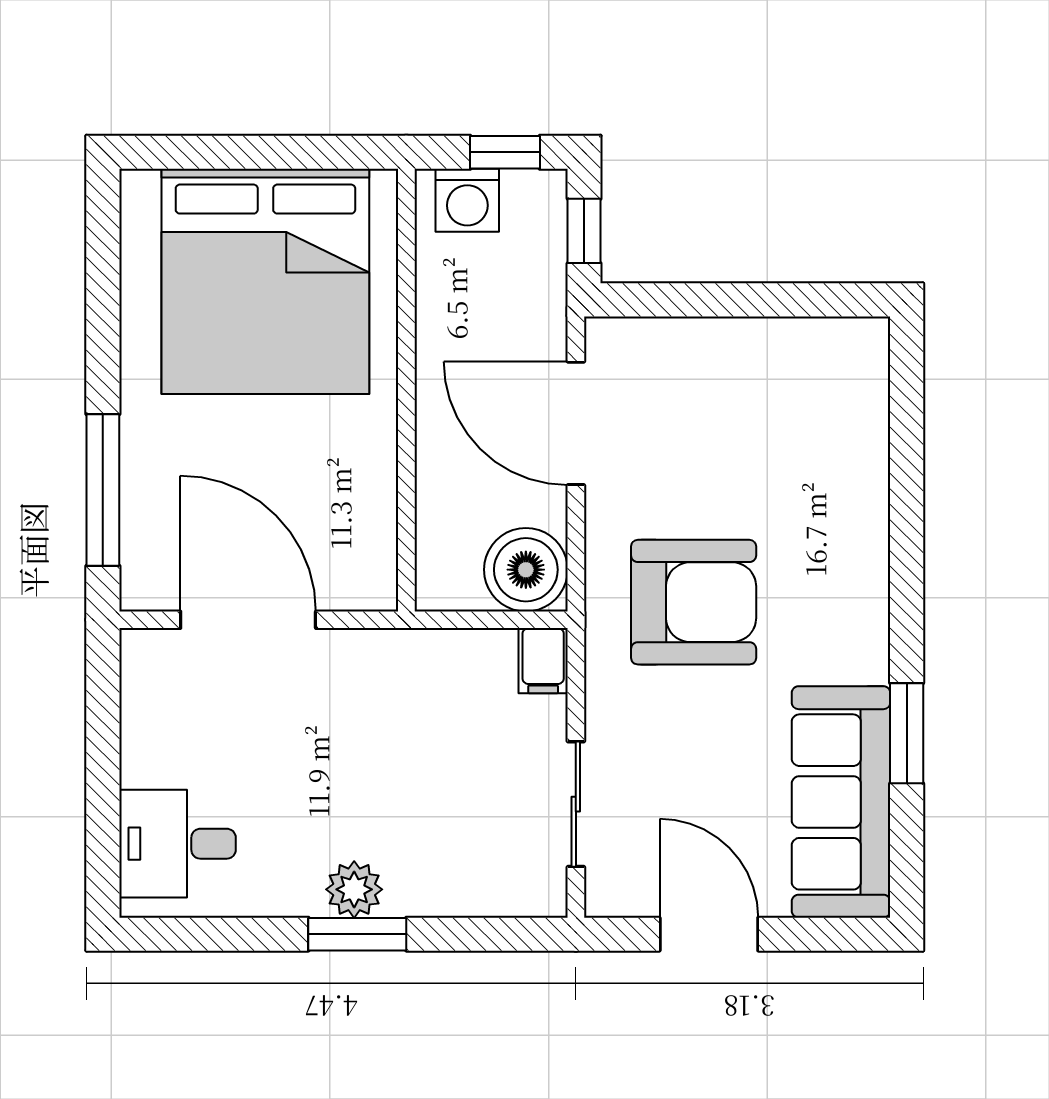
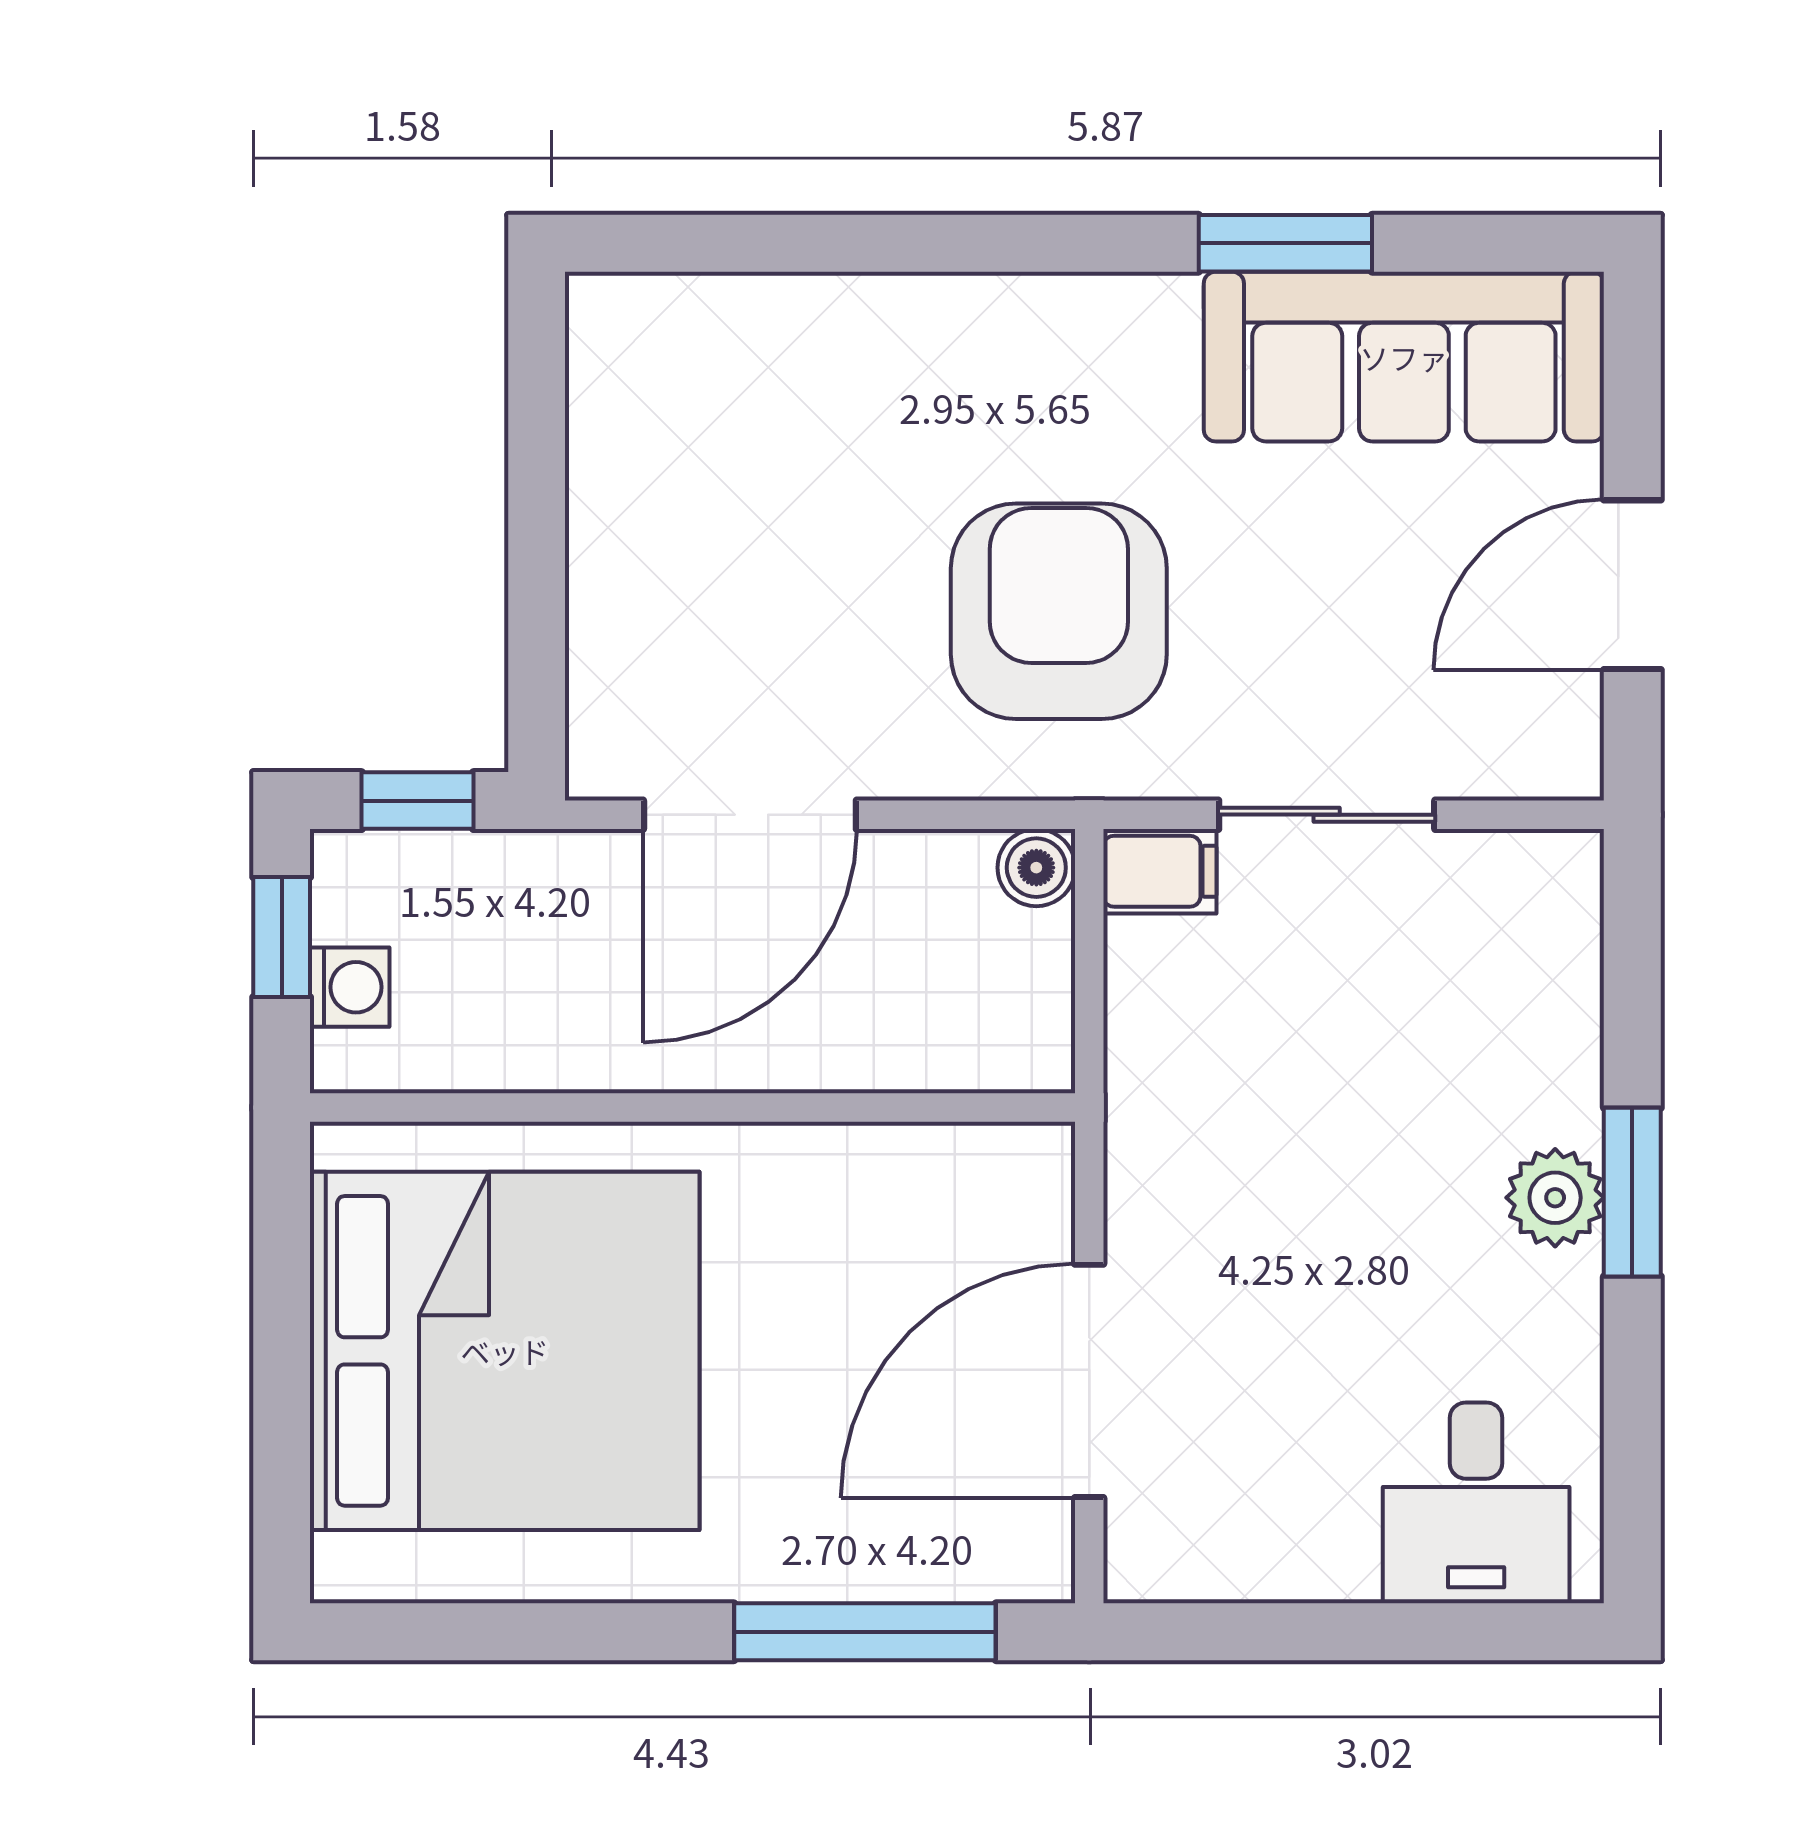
washing machine: (467, 200) -> (350, 987), width x0.73, depth x0.73
boiler: (526, 570) -> (1036, 868), width x0.54, depth x0.54
sliding door: (576, 804) -> (1327, 815), moved

